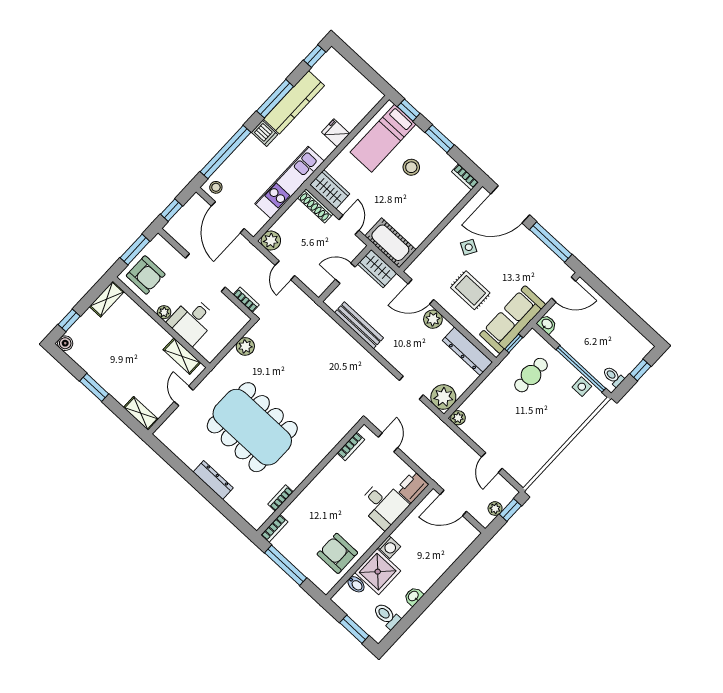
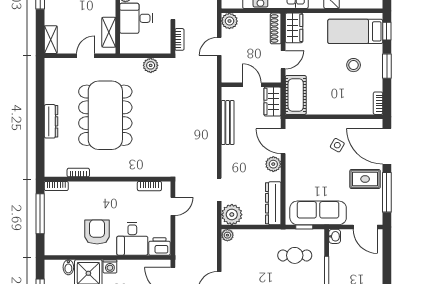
rug: (470, 290) -> (365, 179), moved, turned 90
armchair: (337, 553) -> (97, 232), moved

